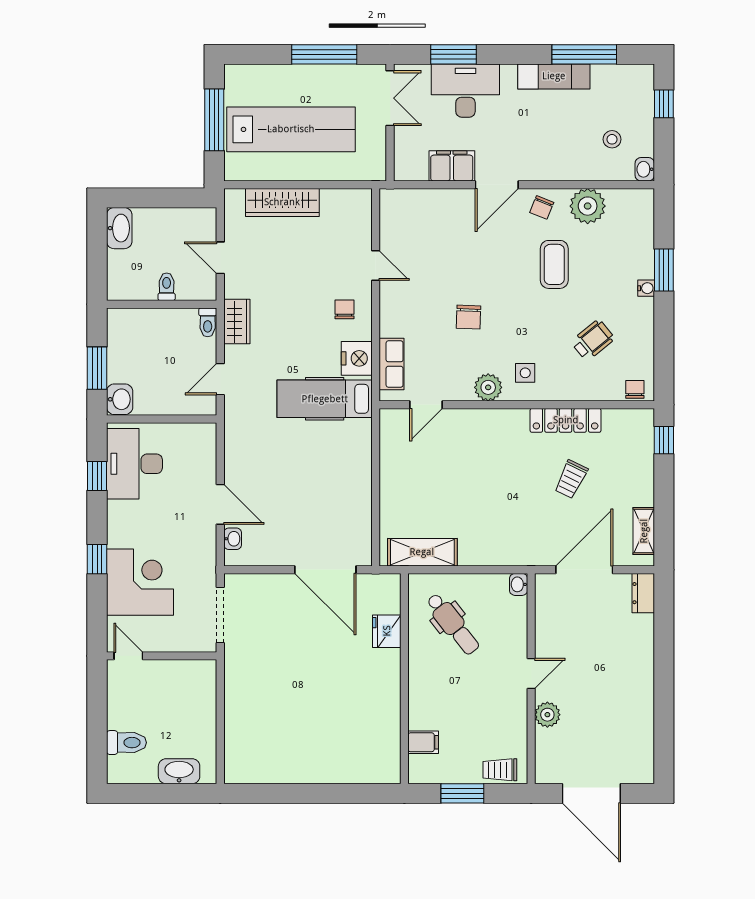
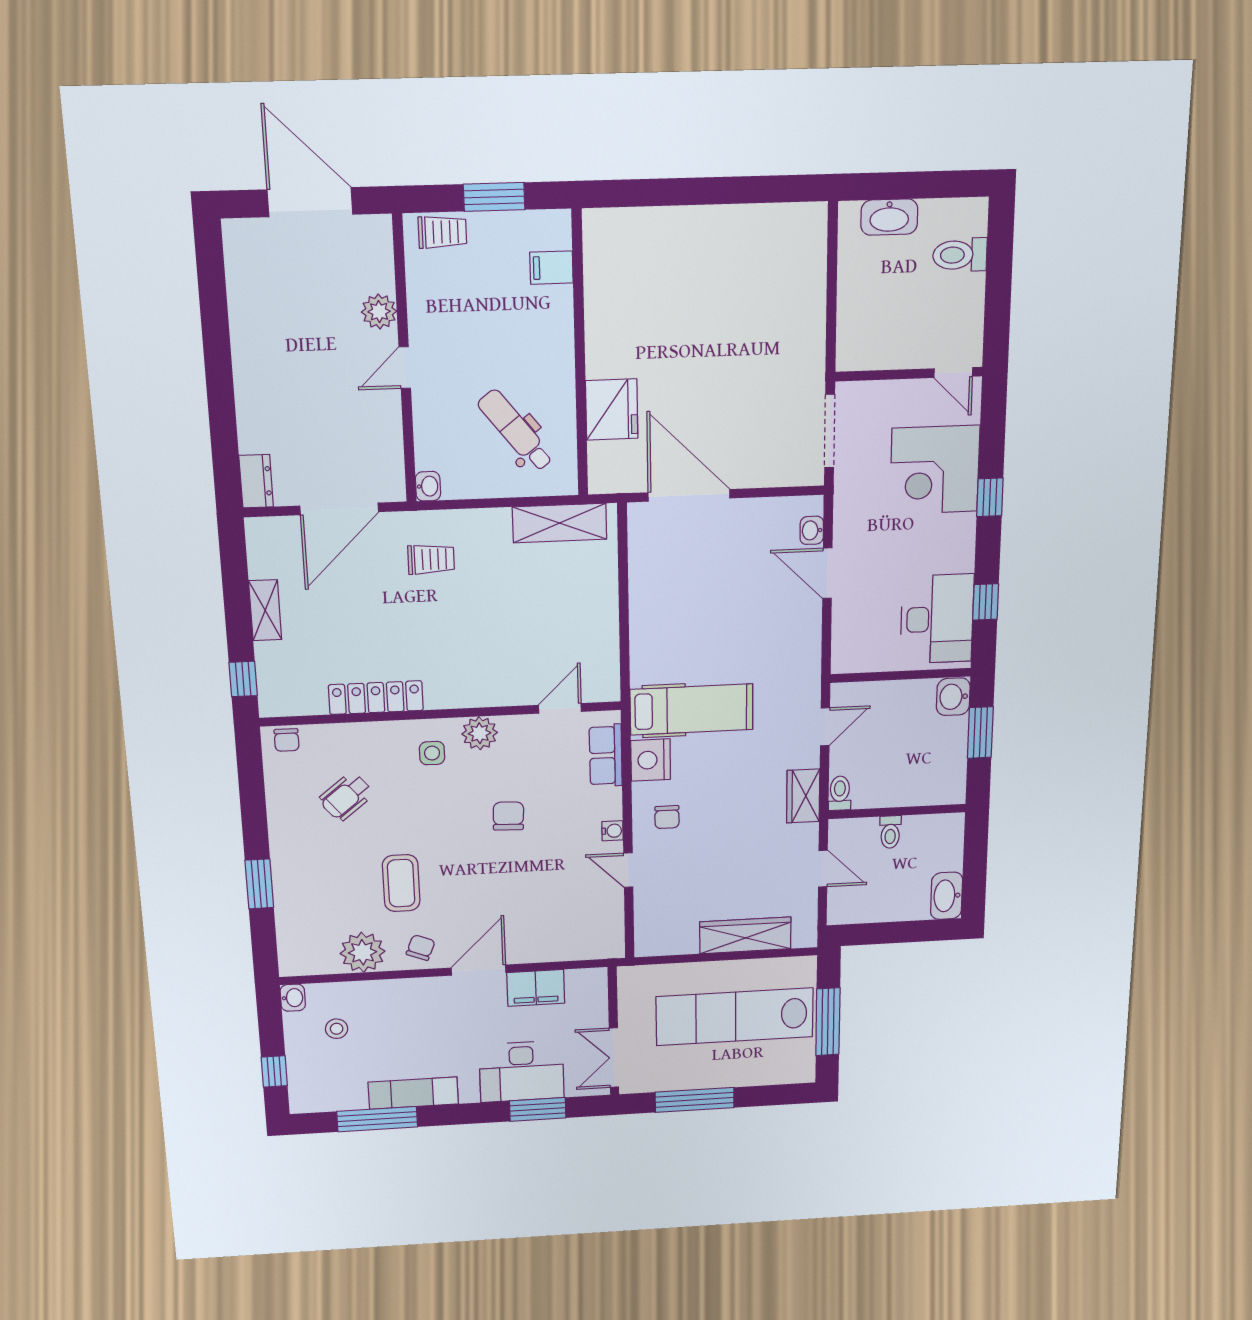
water cooler: (646, 288) -> (613, 831), moved, turned 180
trolley: (571, 479) -> (431, 559), moved, turned 64
shelving: (644, 531) -> (265, 610), moved
fridge: (387, 631) -> (612, 410), width x1.36, depth x1.34

